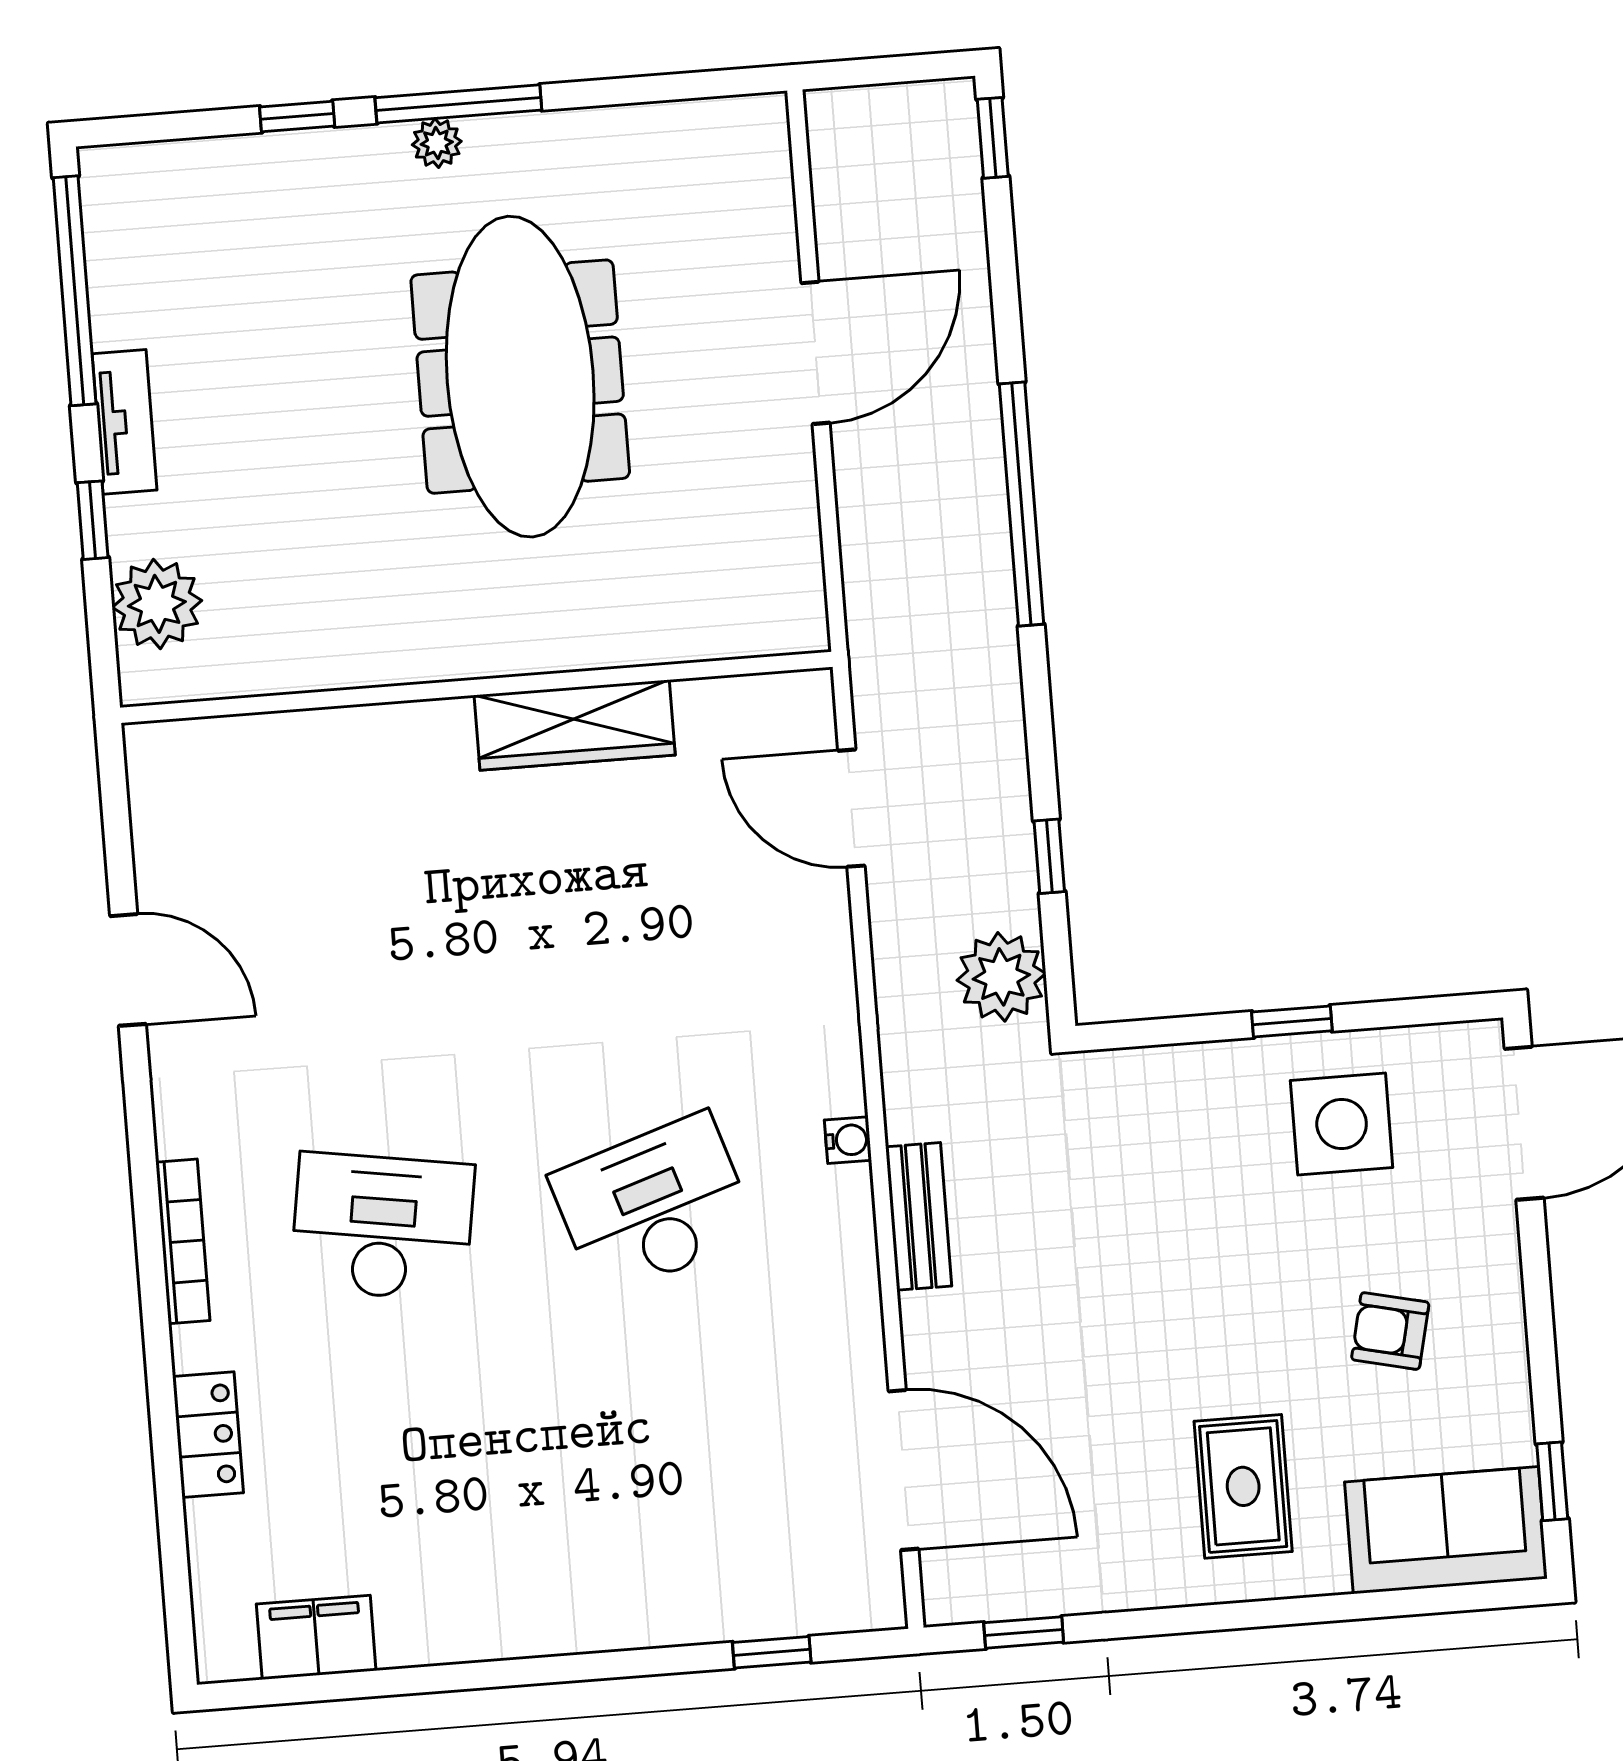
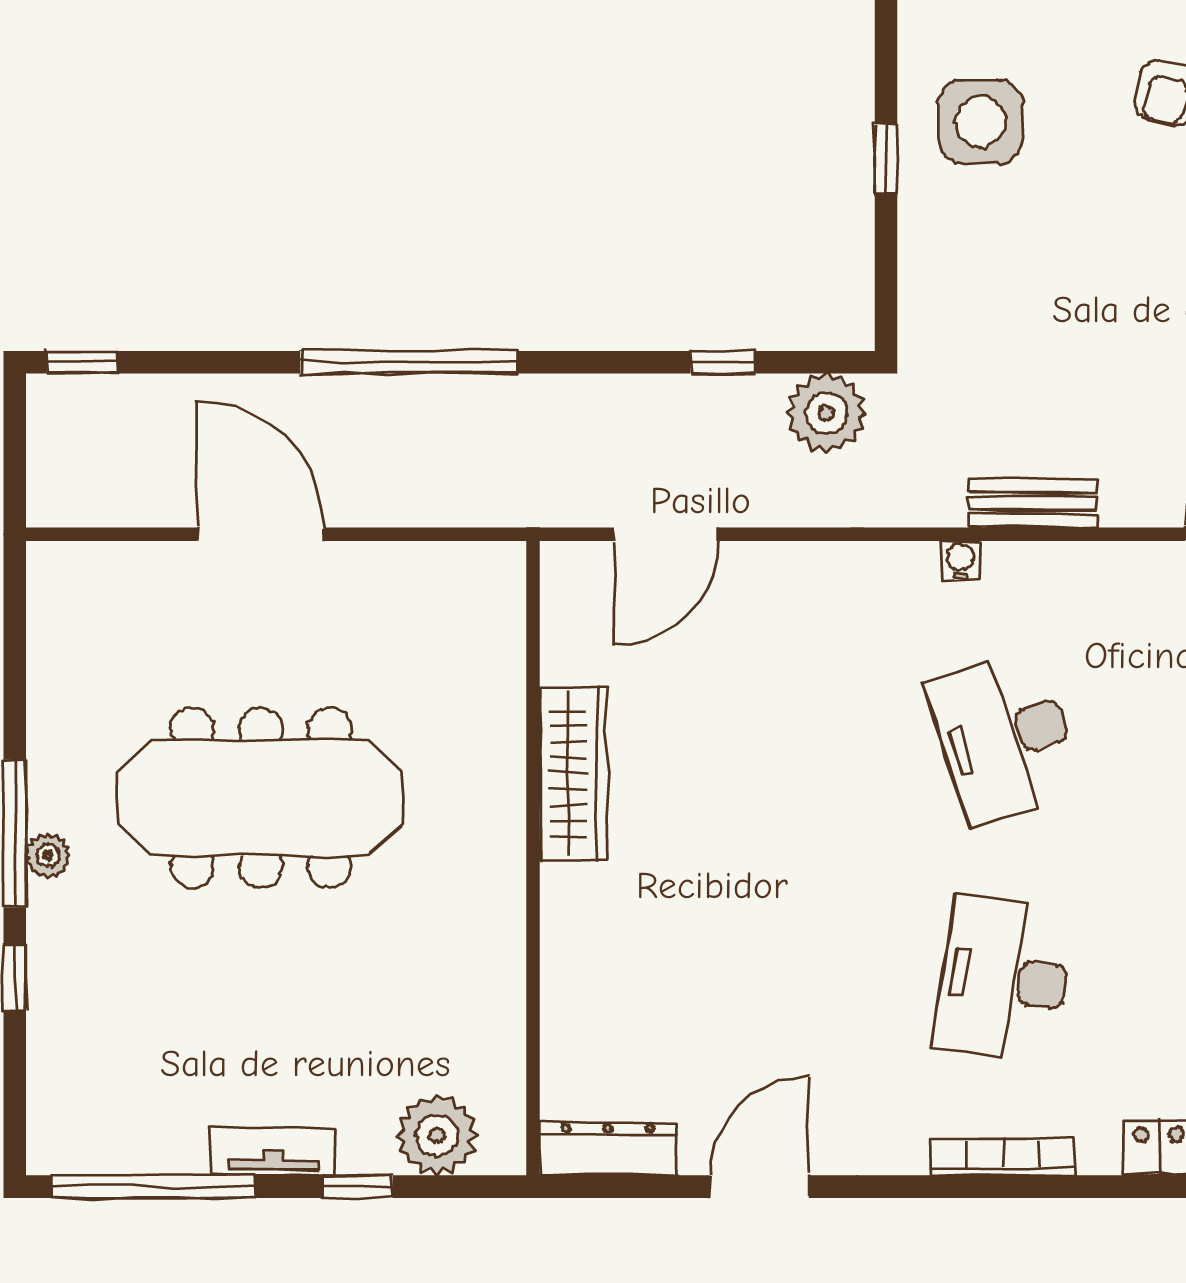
dresser: (157, 797) -> (608, 1149), added

